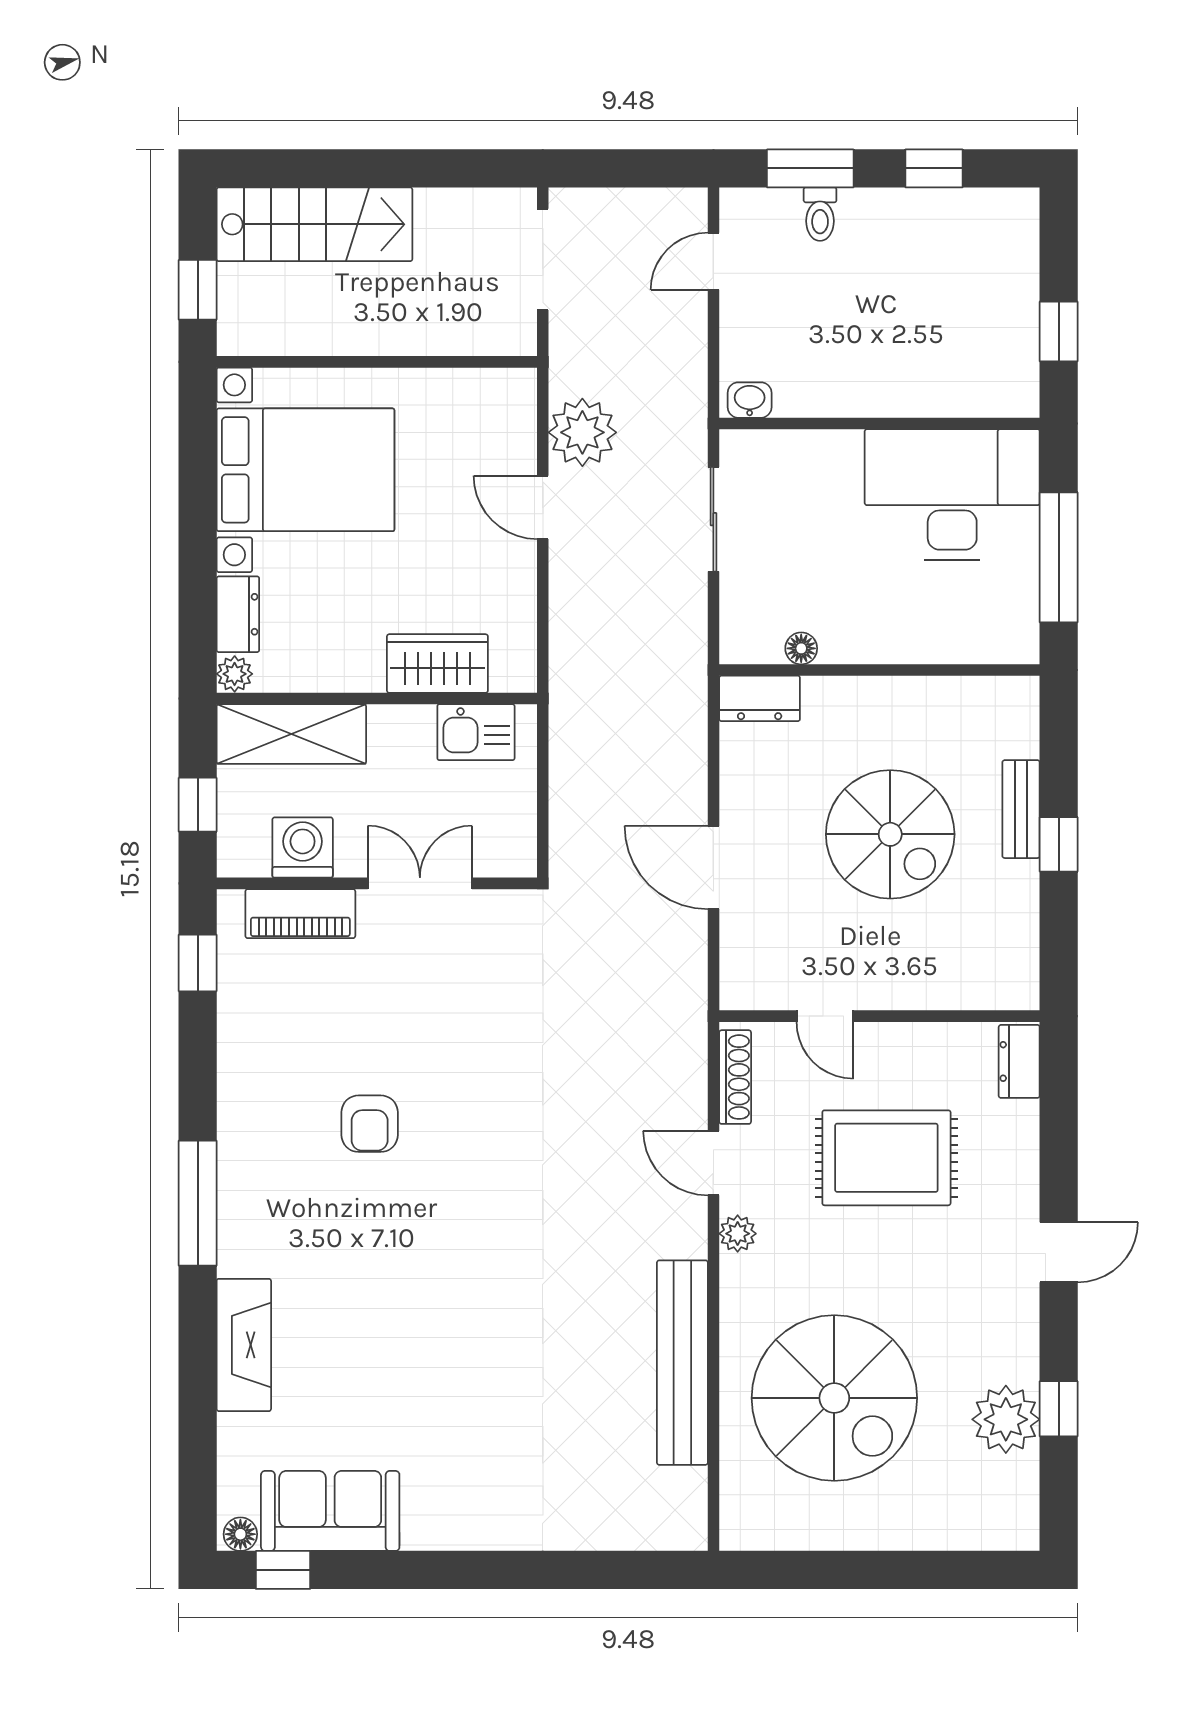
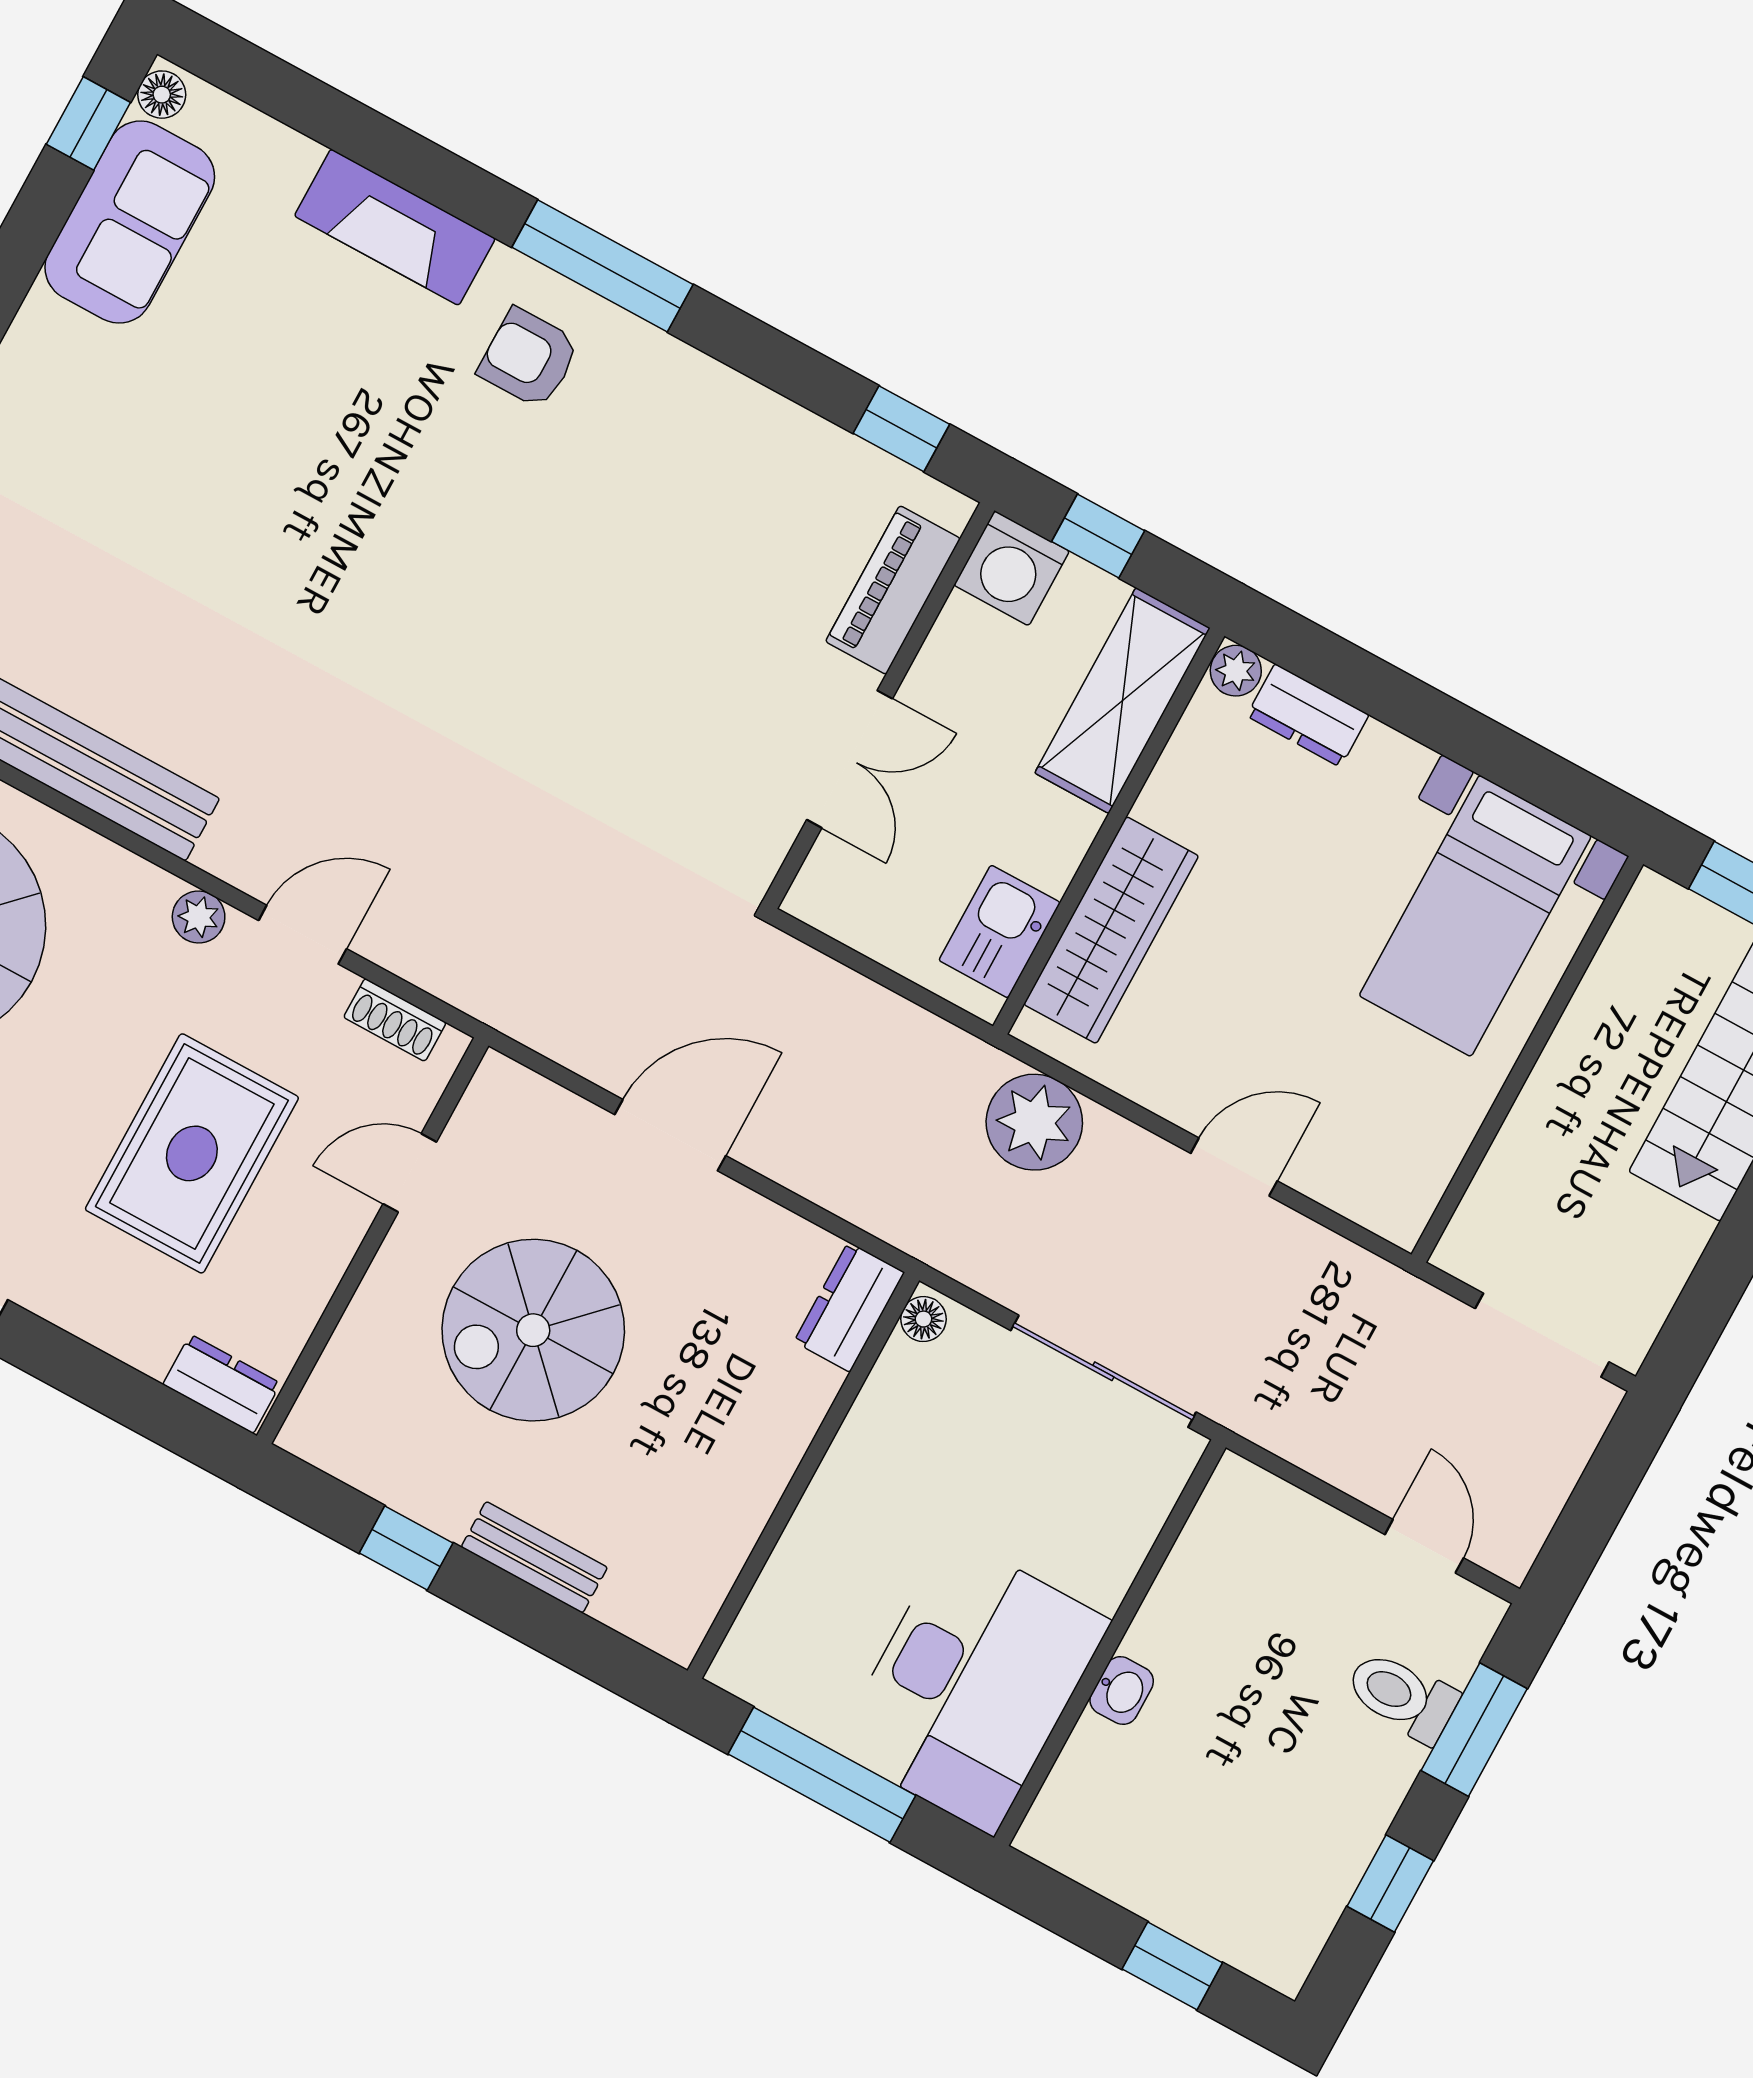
toilet: (820, 214) -> (1402, 1696), width x1.37, depth x1.39
window: (1059, 332) -> (1172, 1966), moved
washbasin: (750, 400) -> (1122, 1691), moved
plant: (582, 432) -> (1034, 1122), moved
bed with nightstands: (306, 470) -> (1475, 916), width x0.73
sliding door: (713, 519) -> (1103, 1371), width x1.37
floor lamp: (801, 648) -> (923, 1319), moved
wardrobe: (437, 664) -> (1111, 930), width x1.50
spiral stairs: (890, 834) -> (533, 1330), moved
window: (1059, 844) -> (406, 1548), moved
washing machine: (303, 848) -> (1012, 568), moved, turned 90
shoe rack: (735, 1077) -> (395, 1020), width x0.70
armchair: (370, 1124) -> (529, 358), moved

